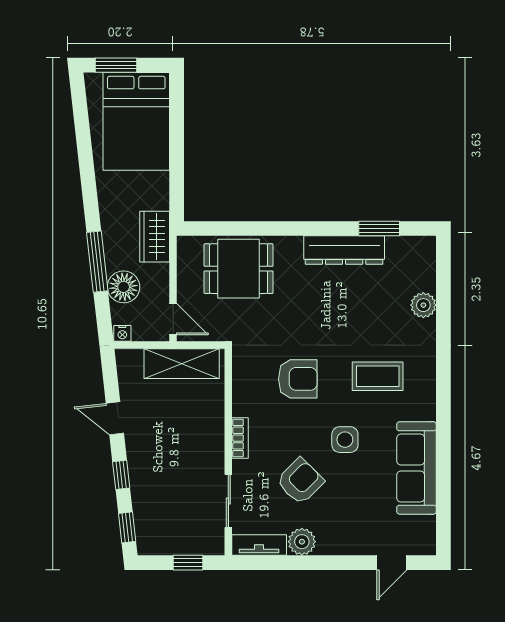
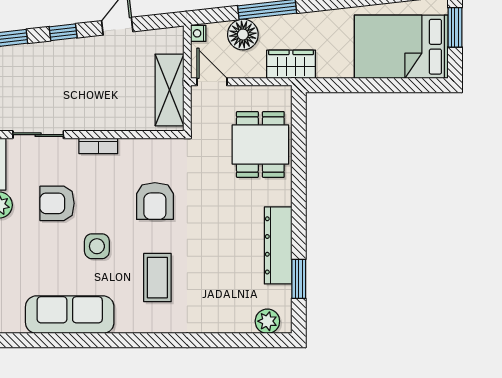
plant: (423, 305) -> (267, 321), moved
door: (173, 319) -> (212, 82), swing flipped
armchair: (300, 481) -> (57, 203), turned 135

